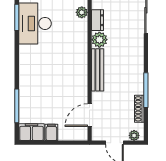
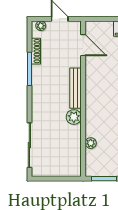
dresser: (98, 20) -> (76, 136), removed
door: (90, 115) -> (83, 45), hinge flipped

